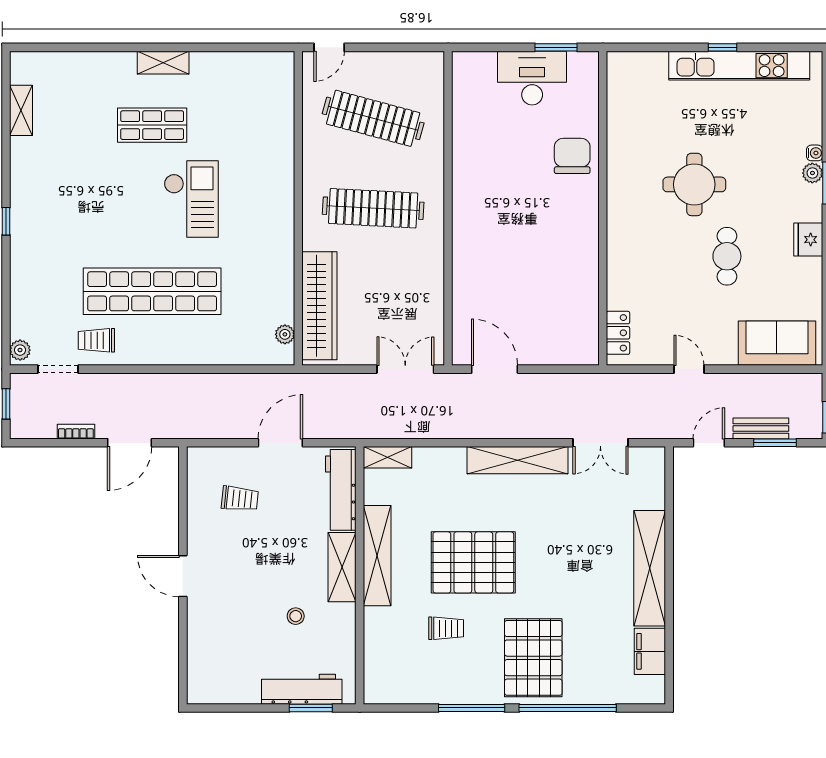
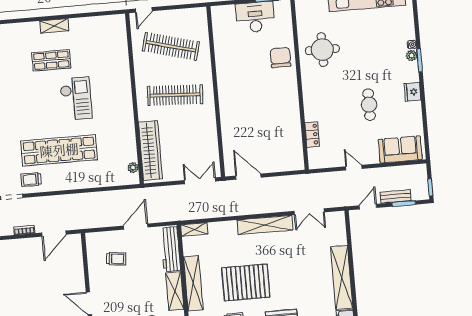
round table: (694, 184) -> (322, 50), moved
locker: (618, 333) -> (312, 134), moved

